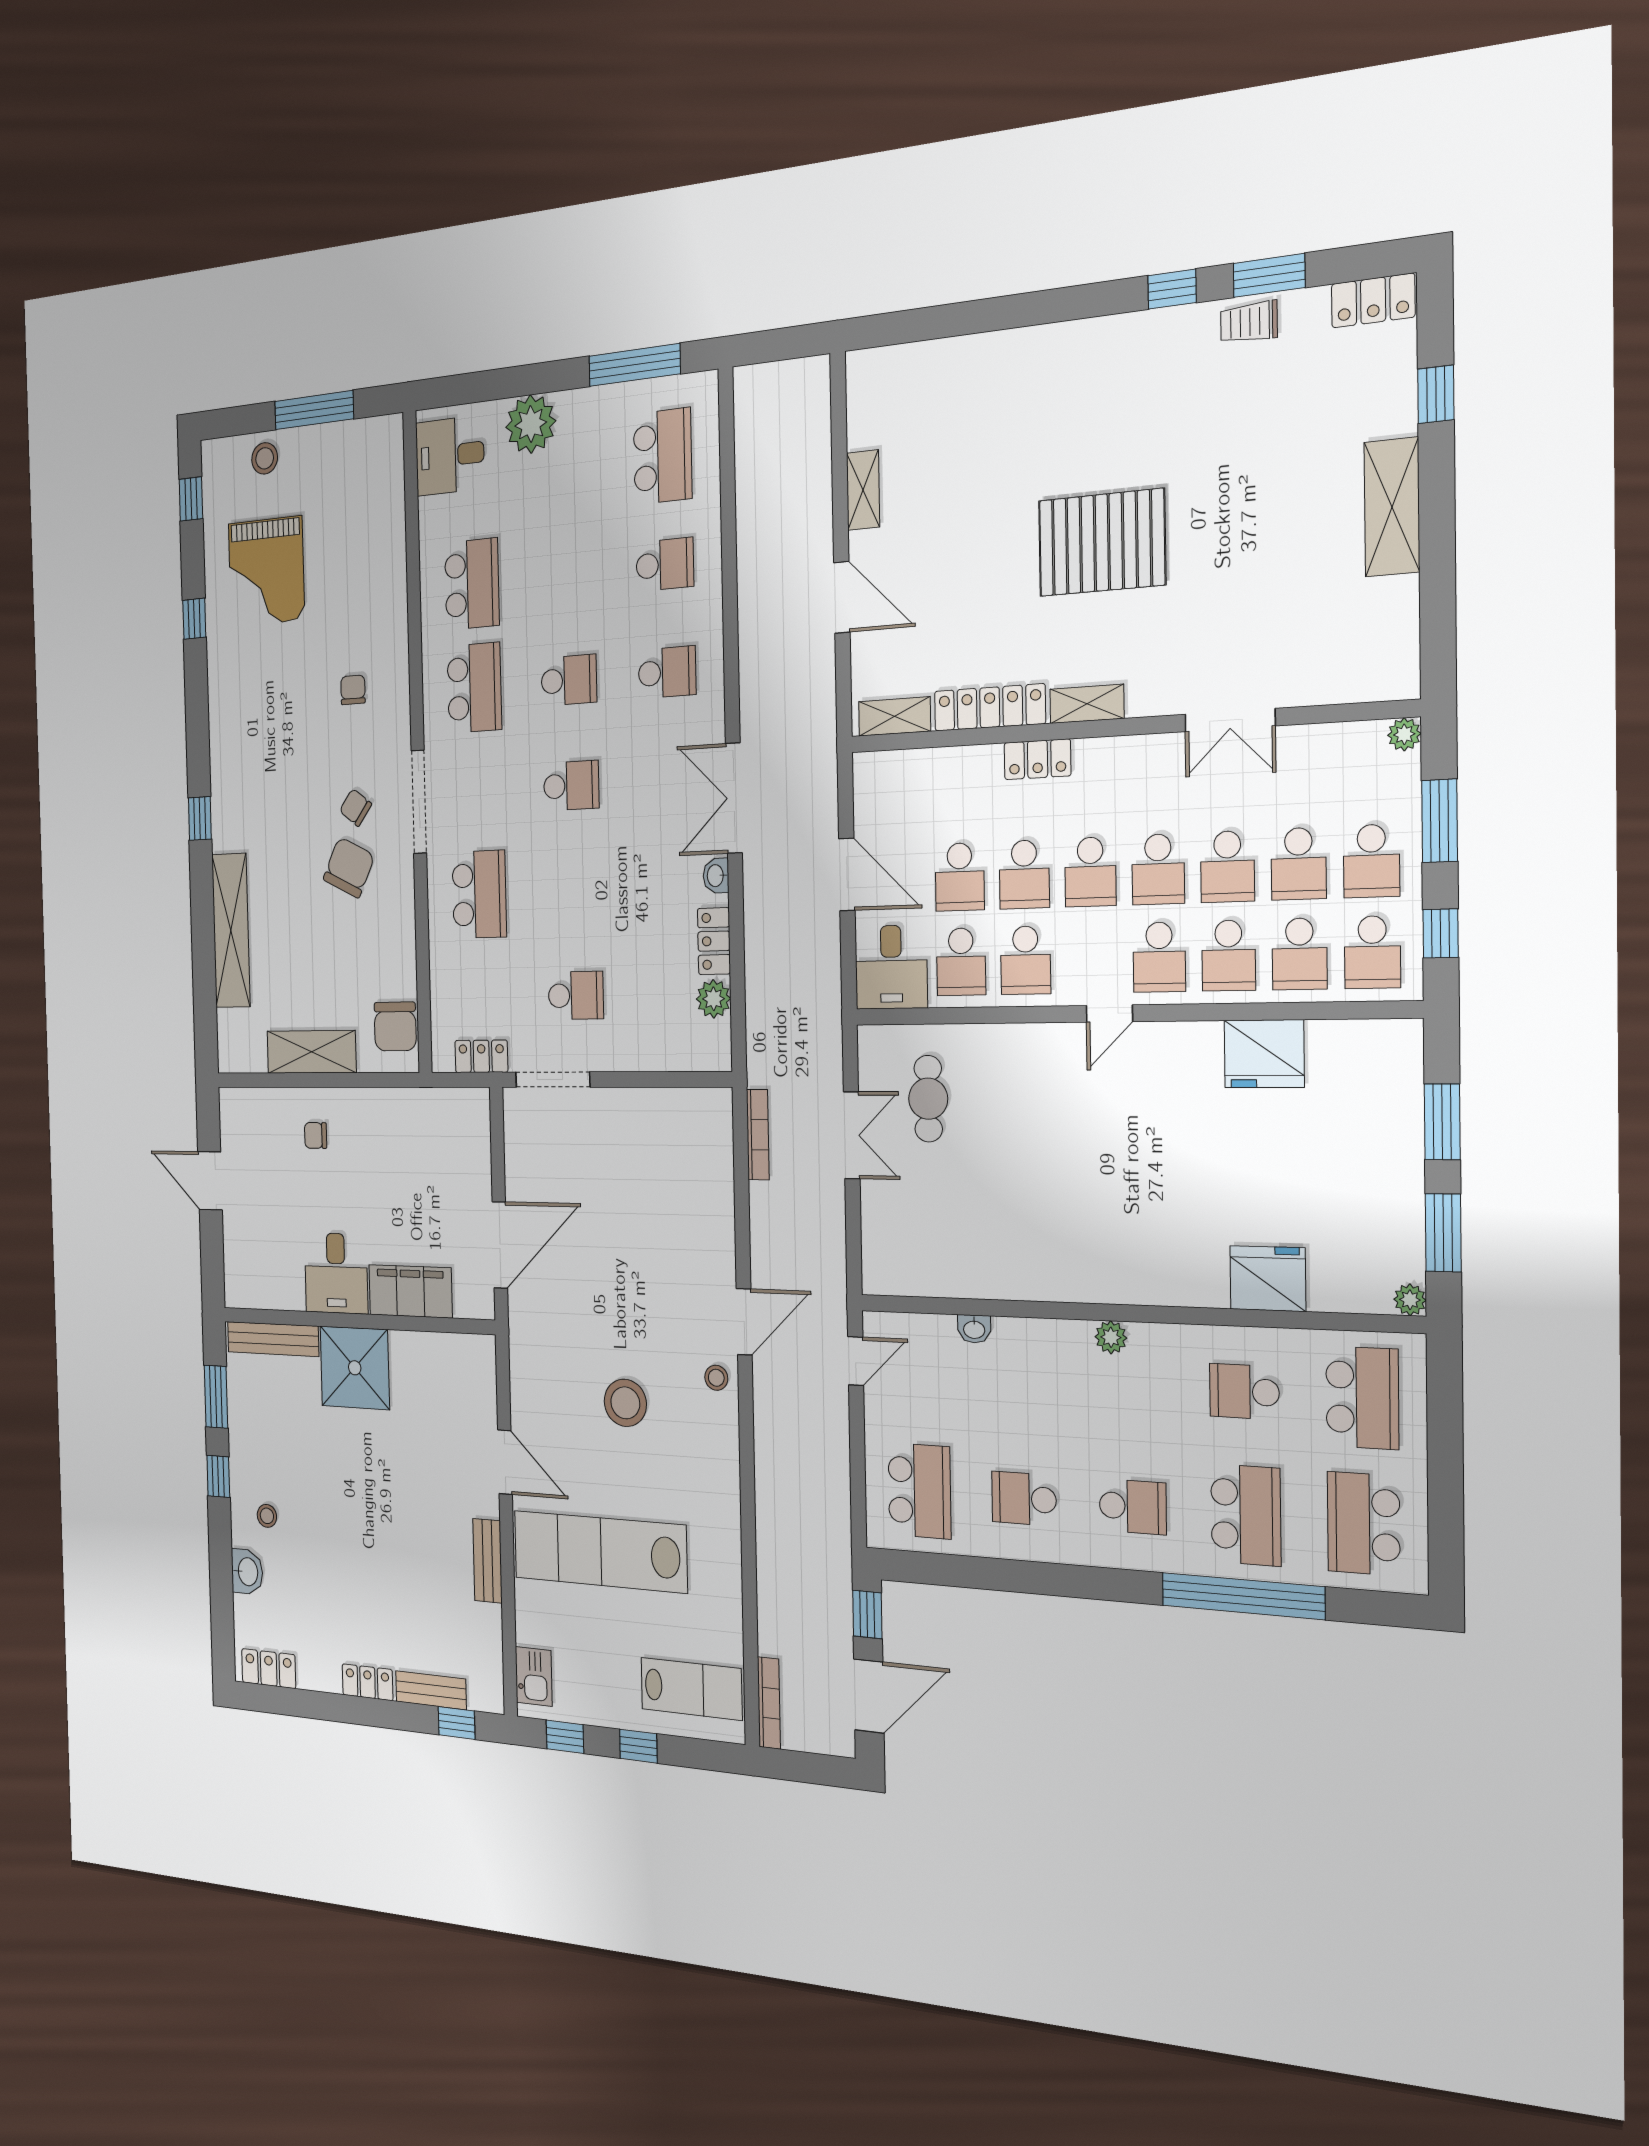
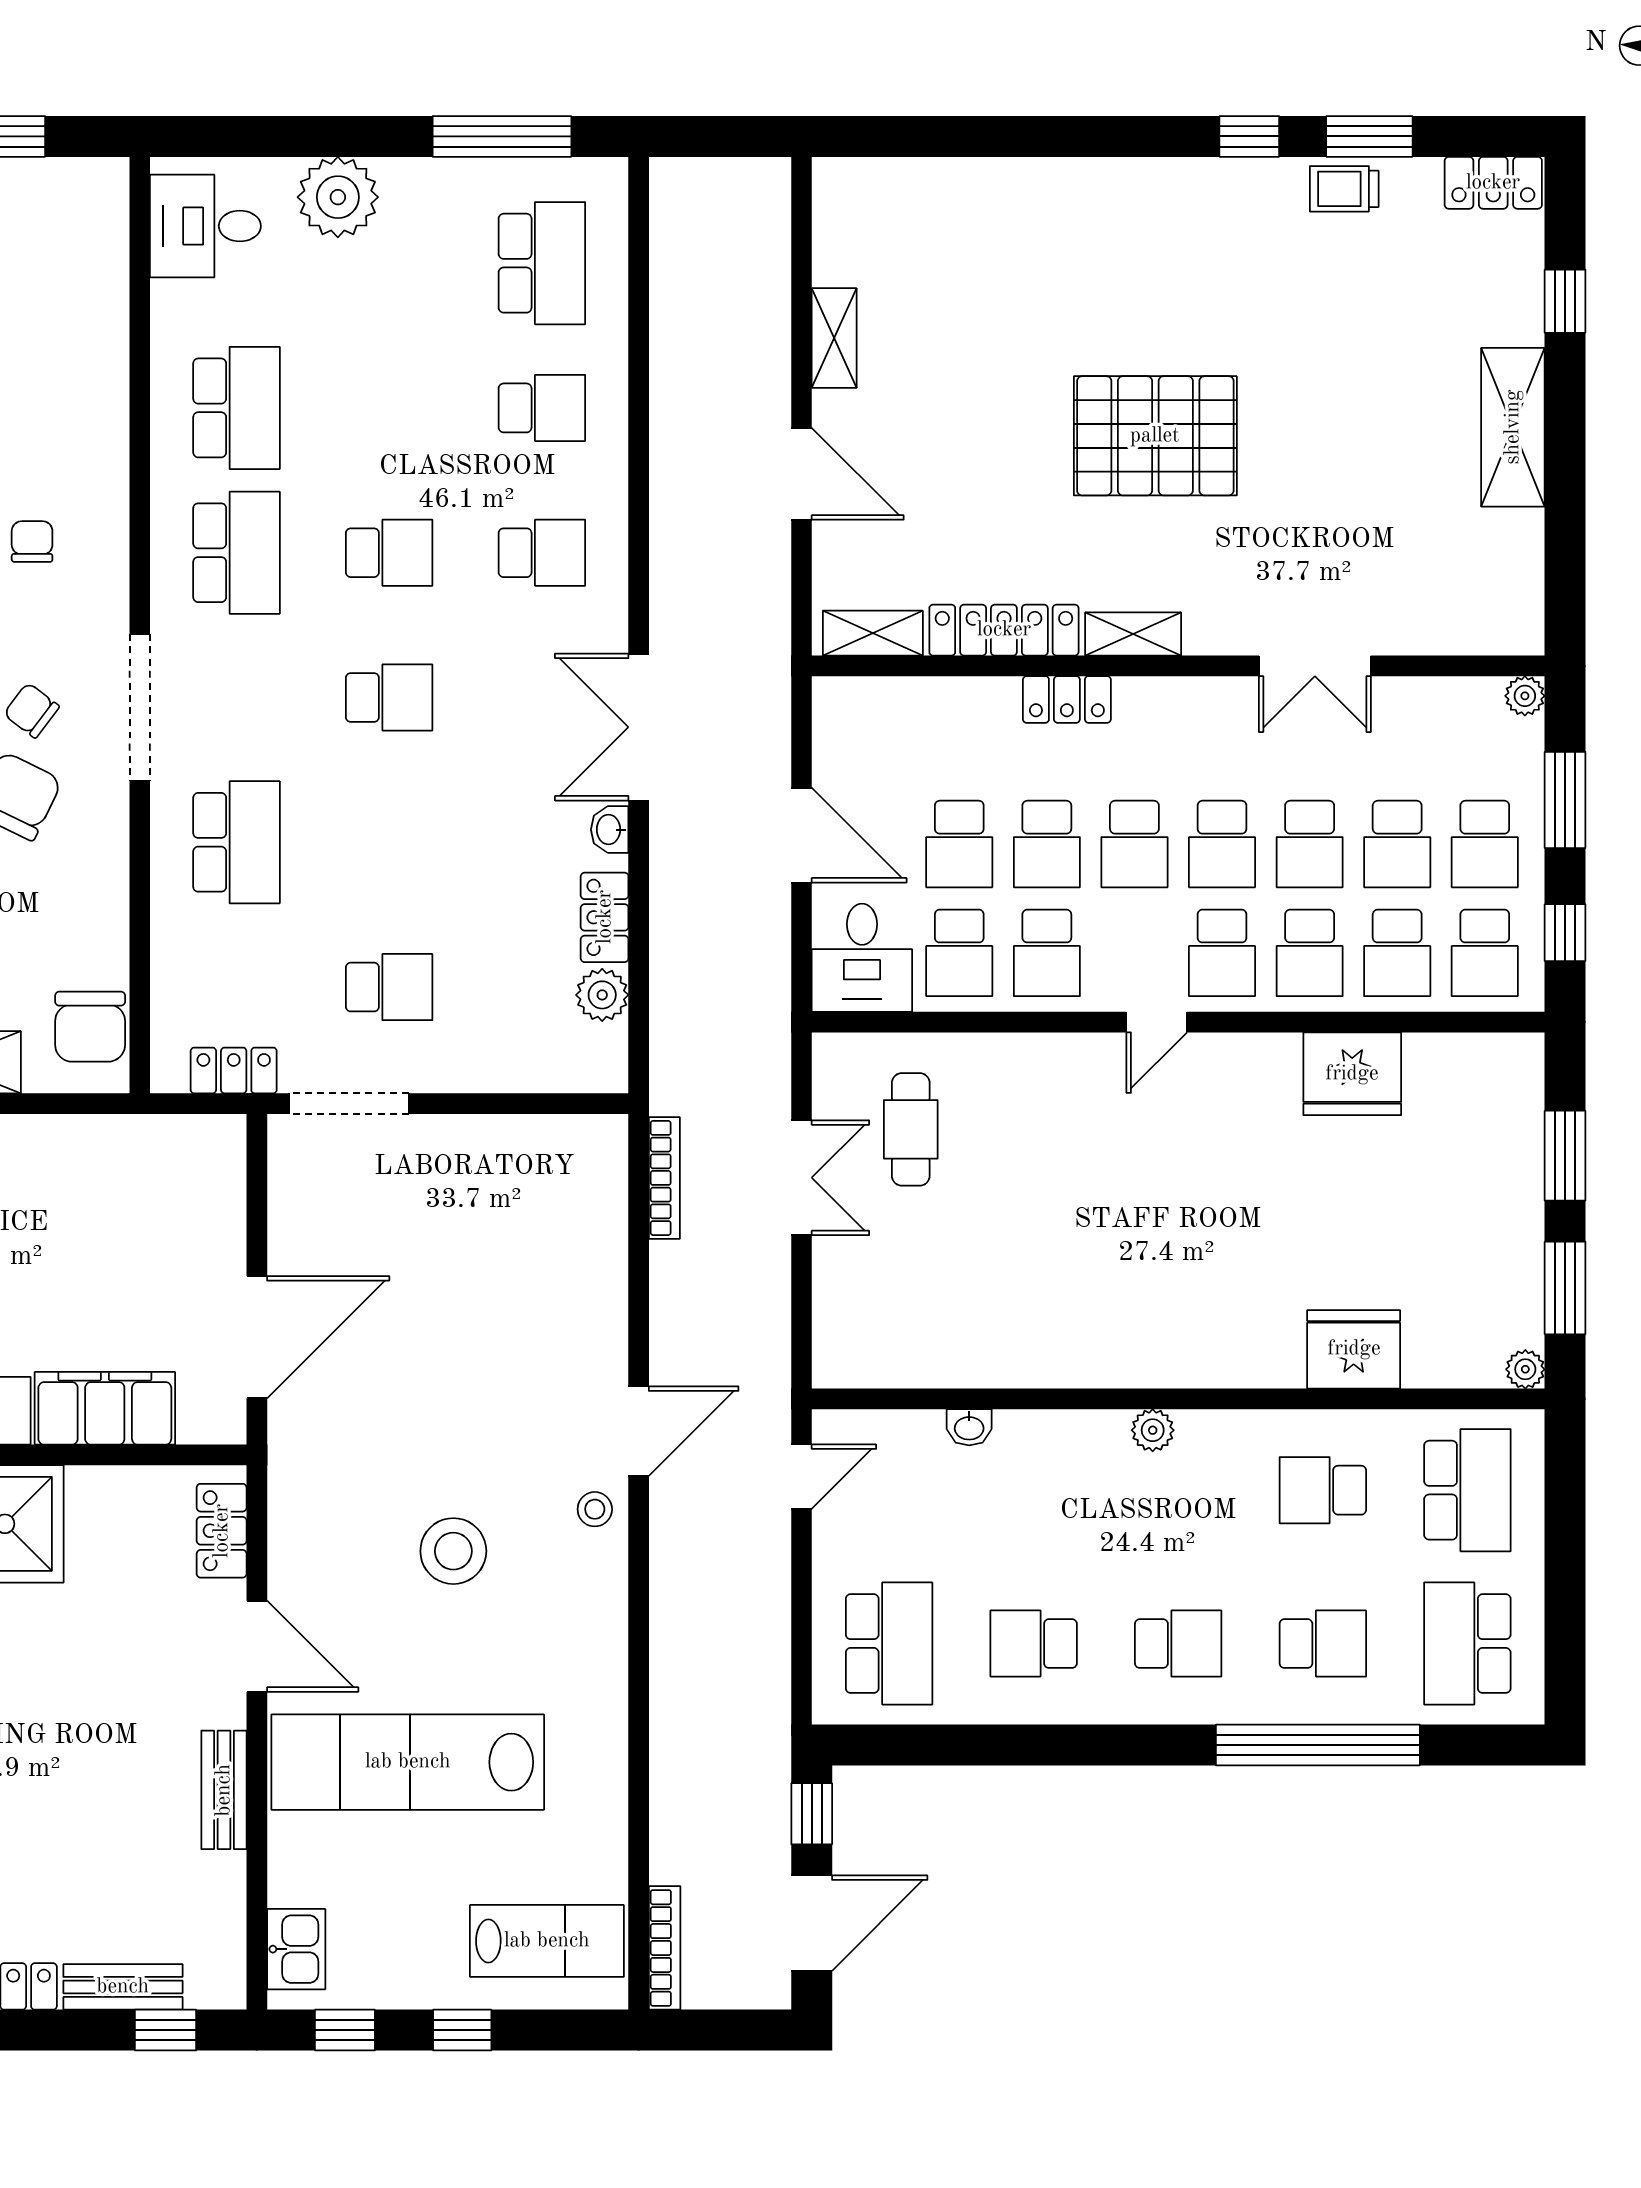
locker: (482, 1380) -> (222, 1531), added
school desk: (1246, 1515) -> (1323, 1644), width x0.54

